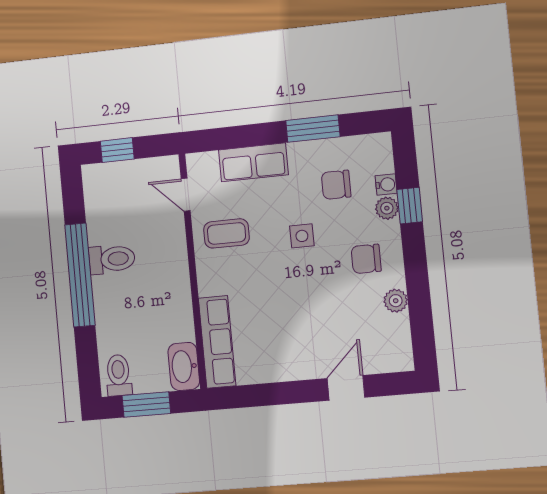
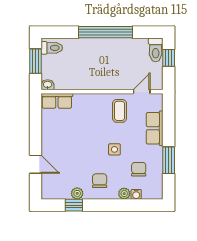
window: (410, 206) -> (74, 205), moved
toilet: (112, 259) -> (156, 50), moved
row of seats: (217, 342) -> (57, 101), width x0.68
washbasin: (184, 366) -> (48, 85), width x0.52, depth x0.69

